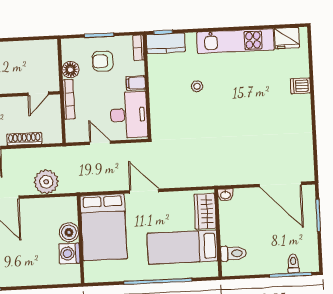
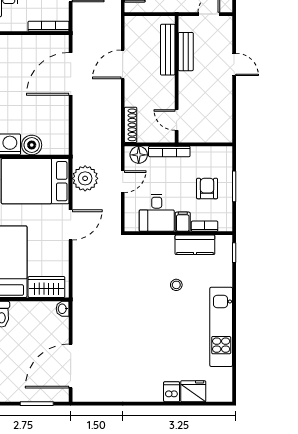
fridge: (287, 38) -> (193, 391), moved, turned 90
kitchen counter: (166, 43) -> (195, 245), moved, turned -90
bookcase: (138, 48) -> (205, 226), moved
floor lamp: (70, 70) -> (139, 155), moved
desk: (129, 115) -> (157, 213), width x0.73
shoe rack: (24, 139) -> (131, 125), moved
plant: (46, 182) -> (85, 178), moved

